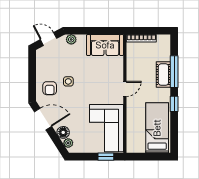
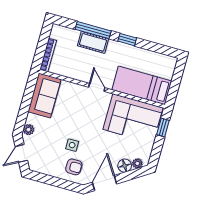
bed: (157, 128) -> (142, 85), moved

